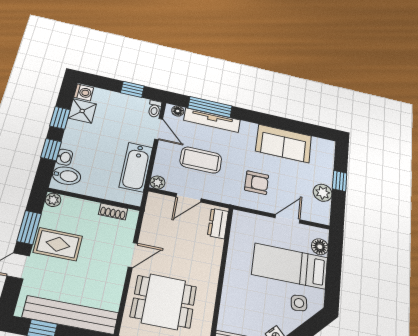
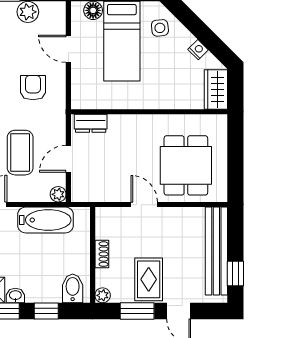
washbasin: (64, 157) -> (15, 296), moved
door: (189, 198) -> (68, 159), swing flipped
shoe rack: (113, 212) -> (102, 254), moved

